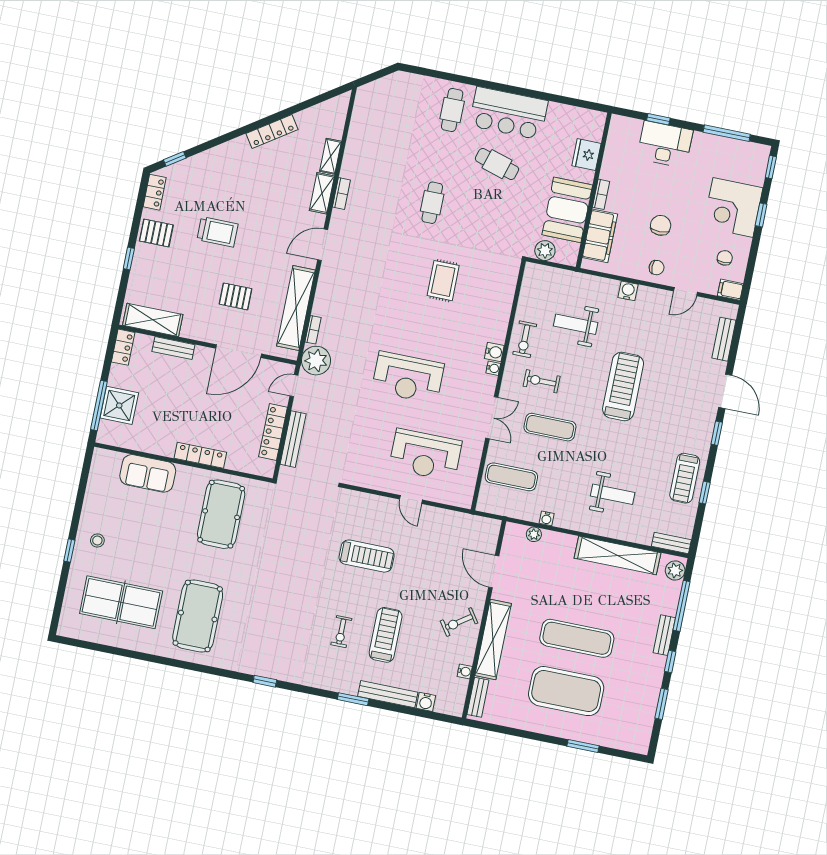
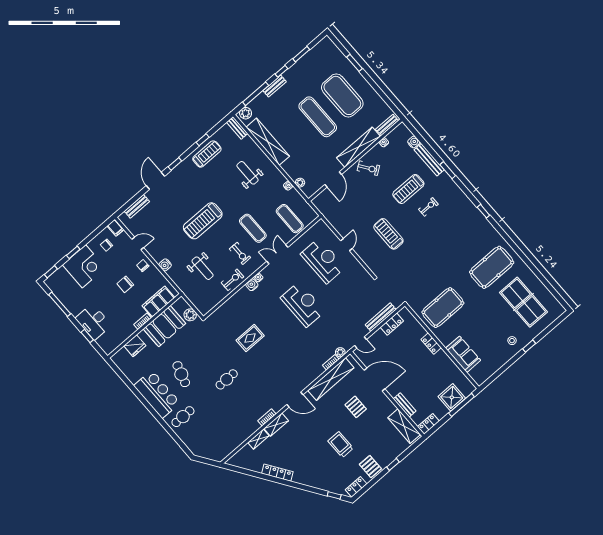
plant: (316, 361) -> (340, 352), width x0.53, depth x0.53
locker: (273, 432) -> (392, 324), width x0.66
locker: (200, 455) -> (431, 344), width x0.66

